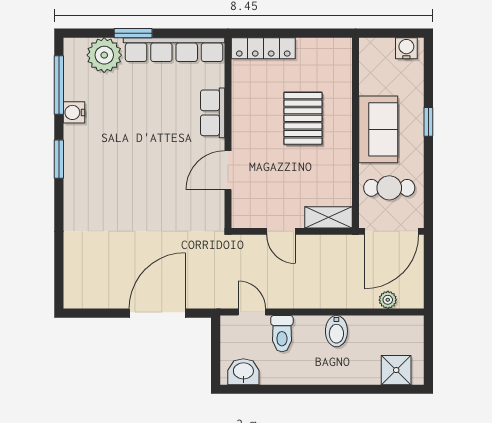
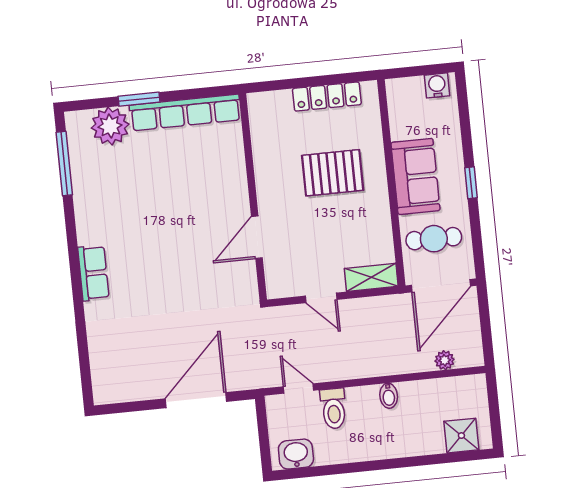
locker: (263, 48) -> (327, 97), moved
water cooler: (74, 112) -> (84, 192), removed
row of seats: (213, 113) -> (93, 273), moved, turned 180
pallet: (303, 118) -> (333, 173), turned 90
window: (428, 122) -> (471, 183), moved
window: (59, 159) -> (72, 244), removed
bidet: (336, 331) -> (389, 396), width x0.72, depth x0.74

